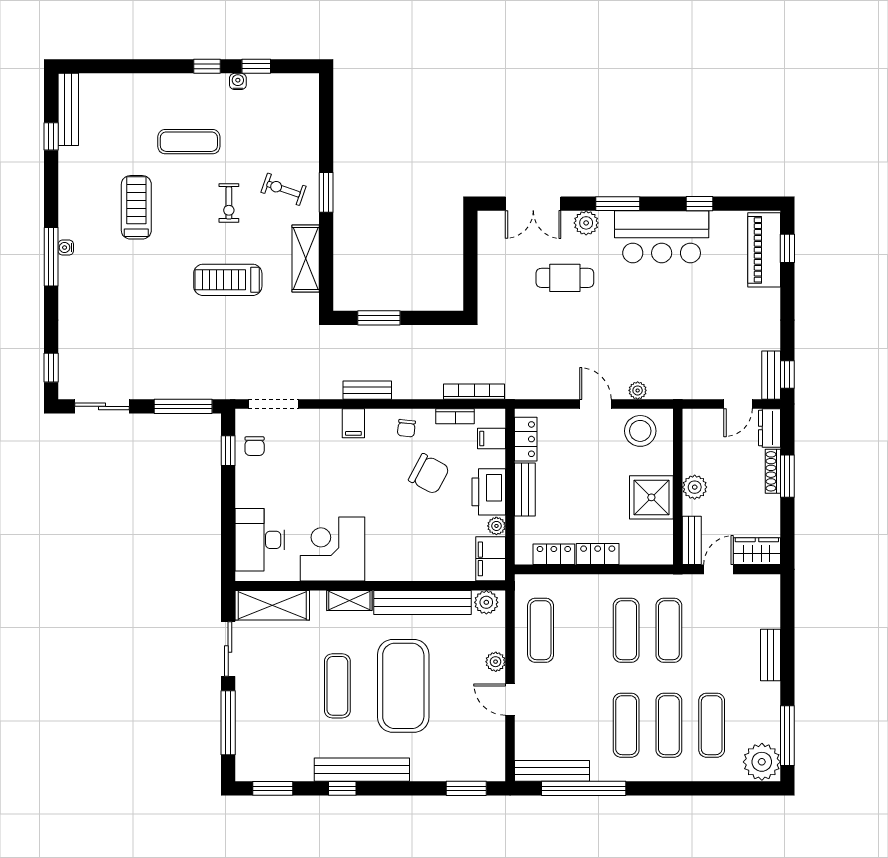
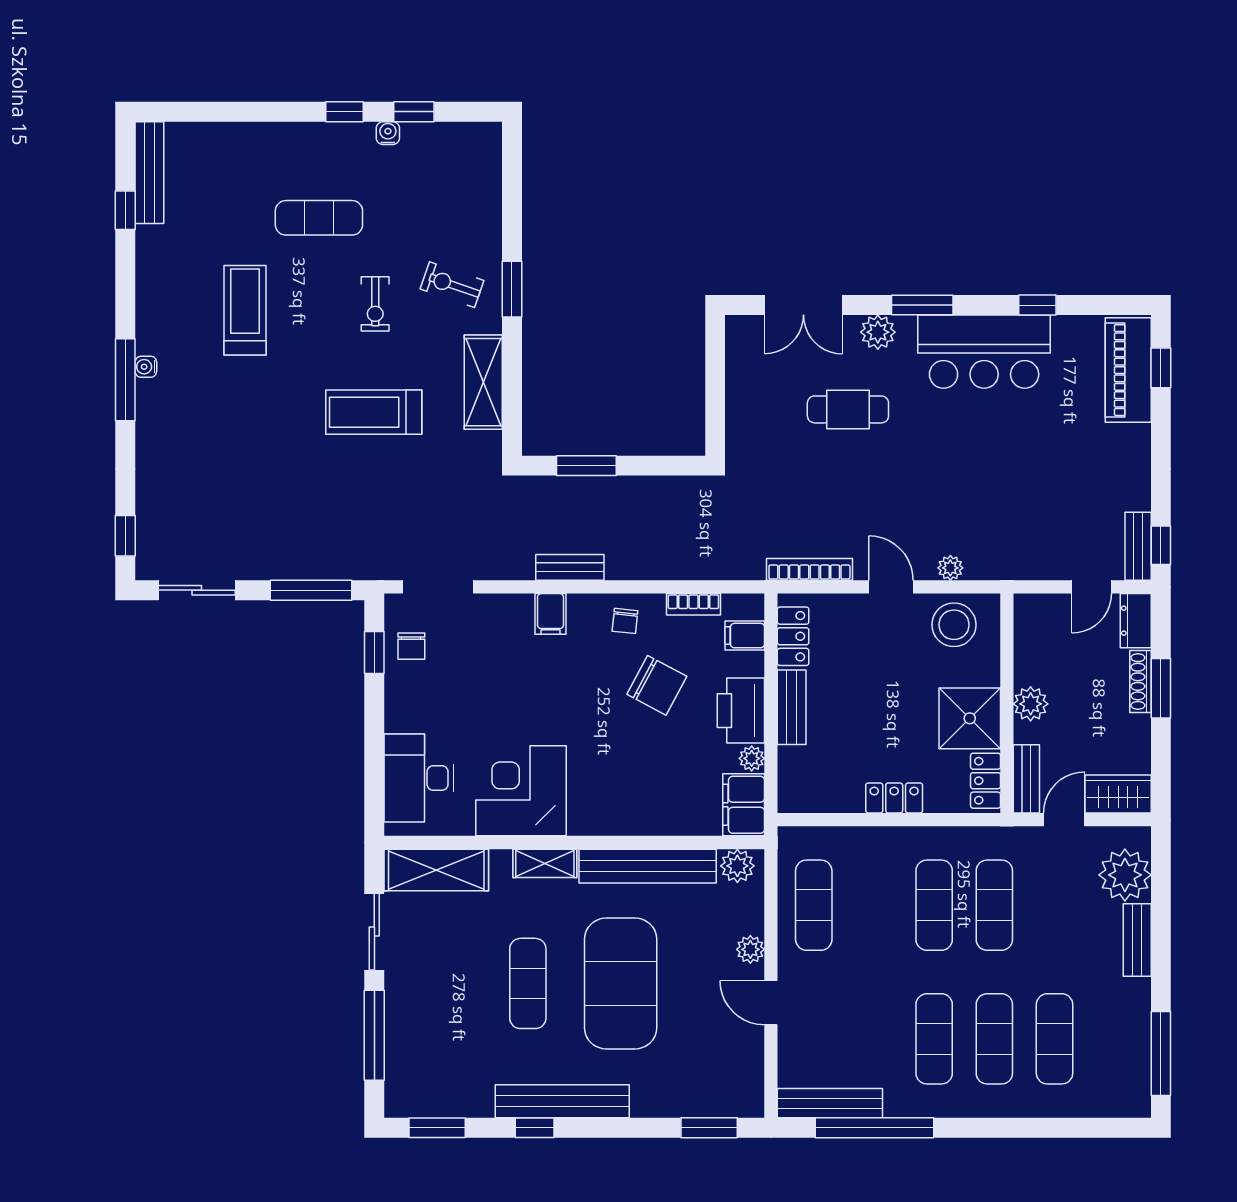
bookcase: (474, 392) -> (809, 569), moved
locker: (554, 554) -> (986, 781), moved, turned -90
plant: (762, 762) -> (1125, 875), moved

